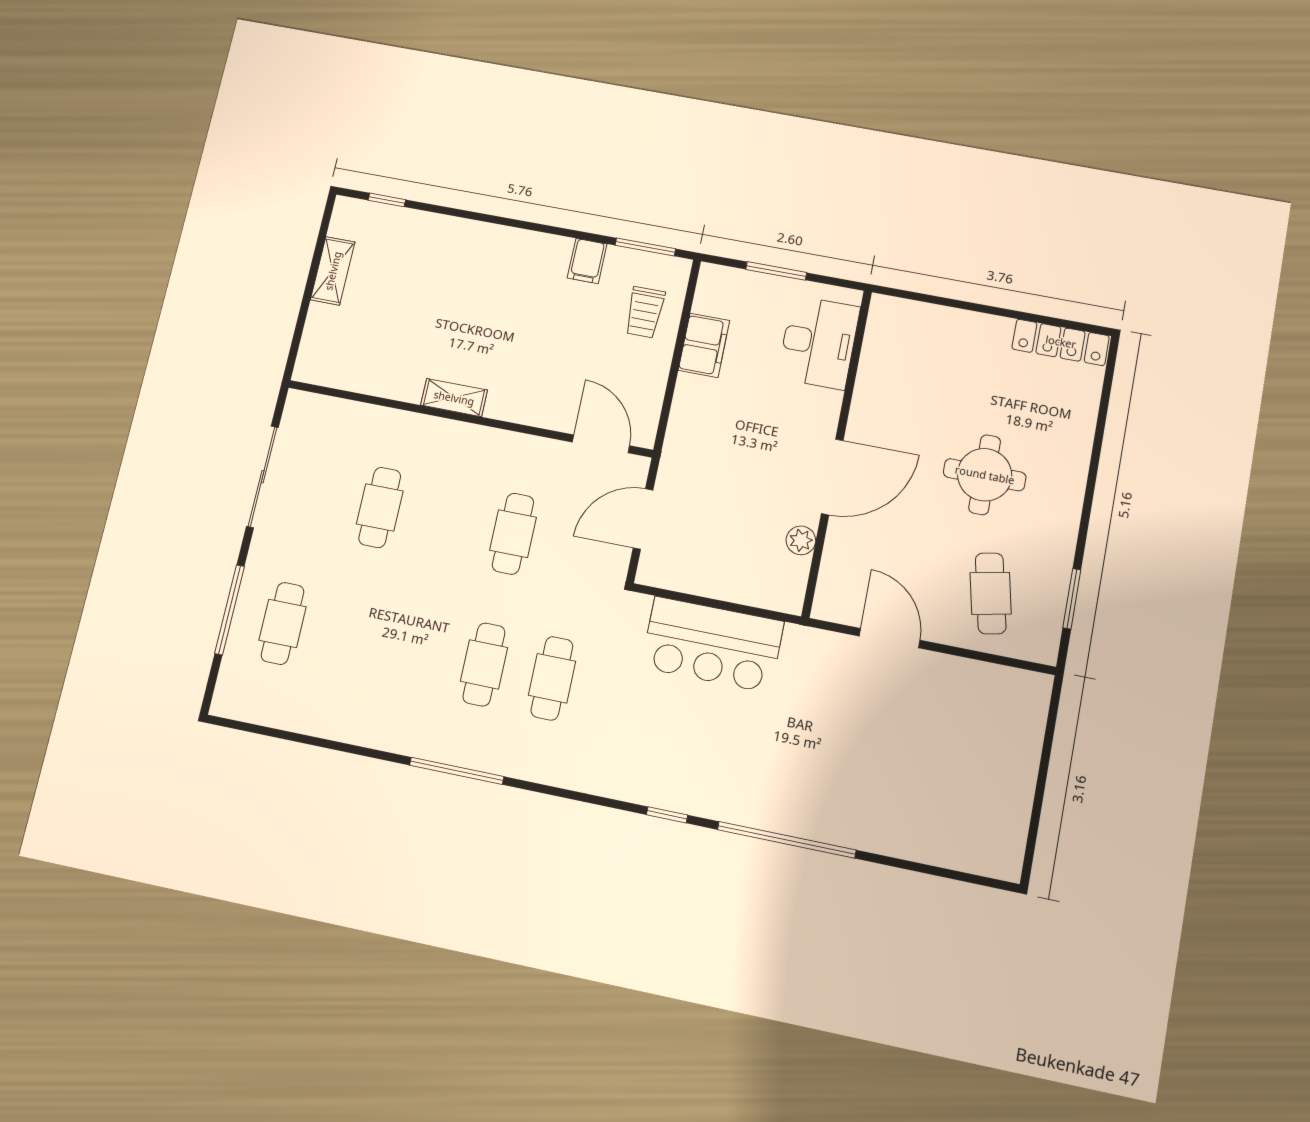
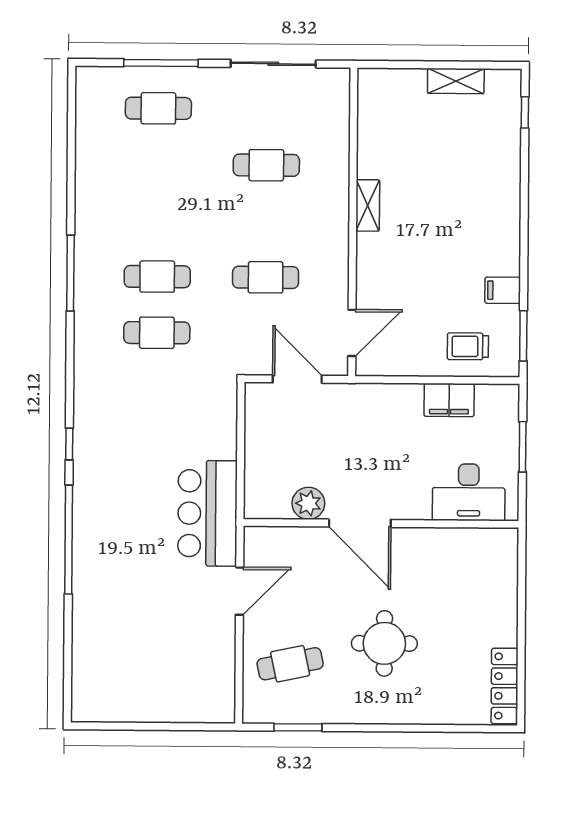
plant: (801, 540) -> (308, 503), width x1.38, depth x1.38
bar counter: (712, 644) -> (207, 513), moved

